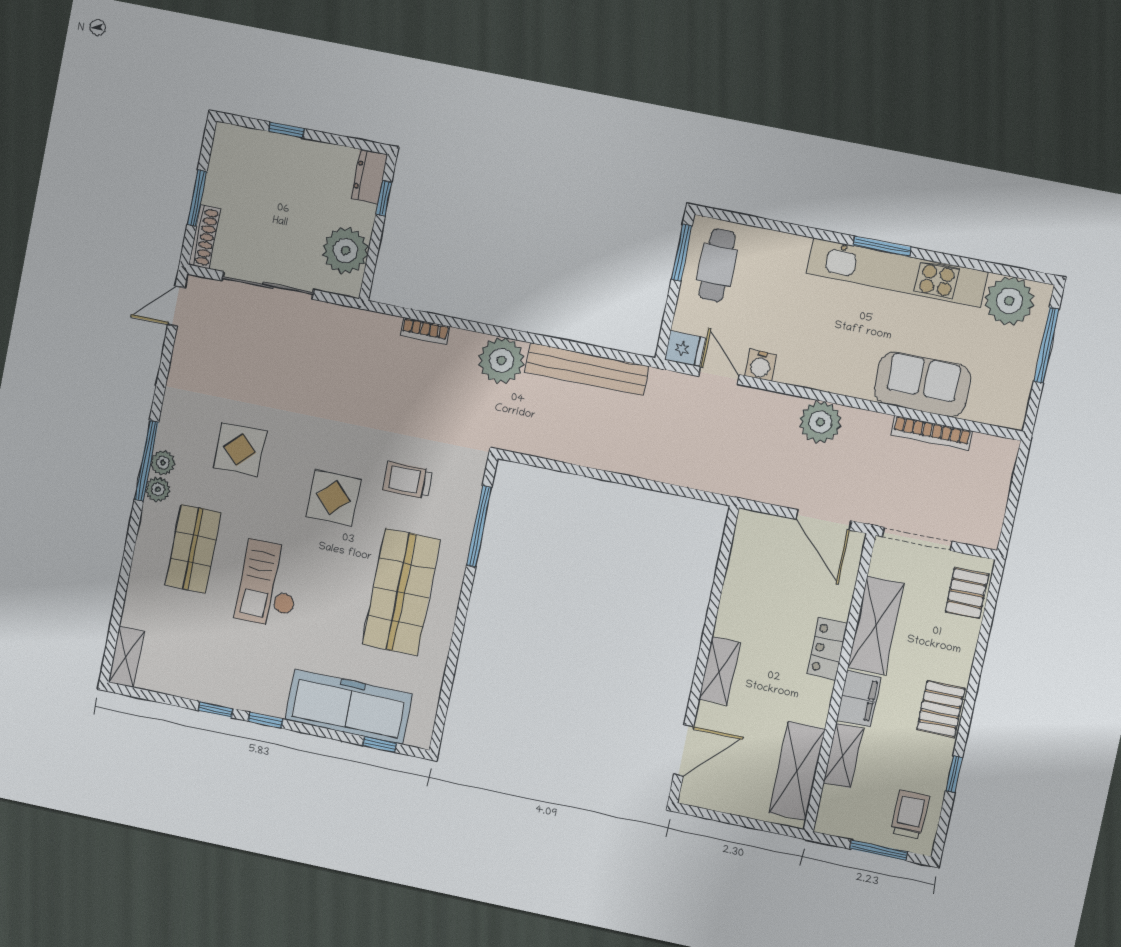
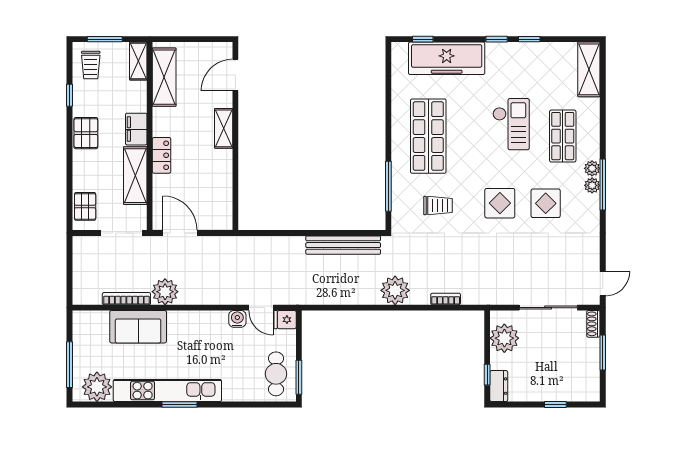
shoe rack: (204, 237) -> (593, 324), width x0.70
bench: (587, 369) -> (343, 245), moved
plant: (820, 422) -> (165, 292), moved
display table: (334, 498) -> (500, 203), moved
shelving: (126, 657) -> (589, 69), width x1.50, depth x1.33
shelving: (843, 756) -> (138, 61), moved

